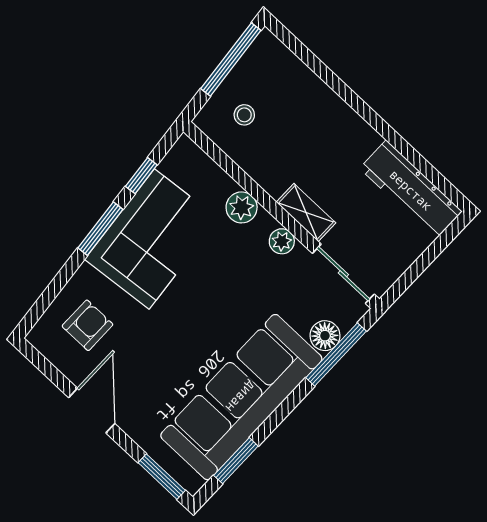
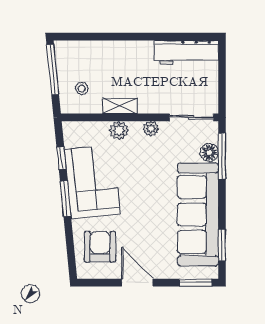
shelving: (306, 213) -> (120, 106), moved
armchair: (87, 325) -> (100, 247), width x1.38, depth x1.38

